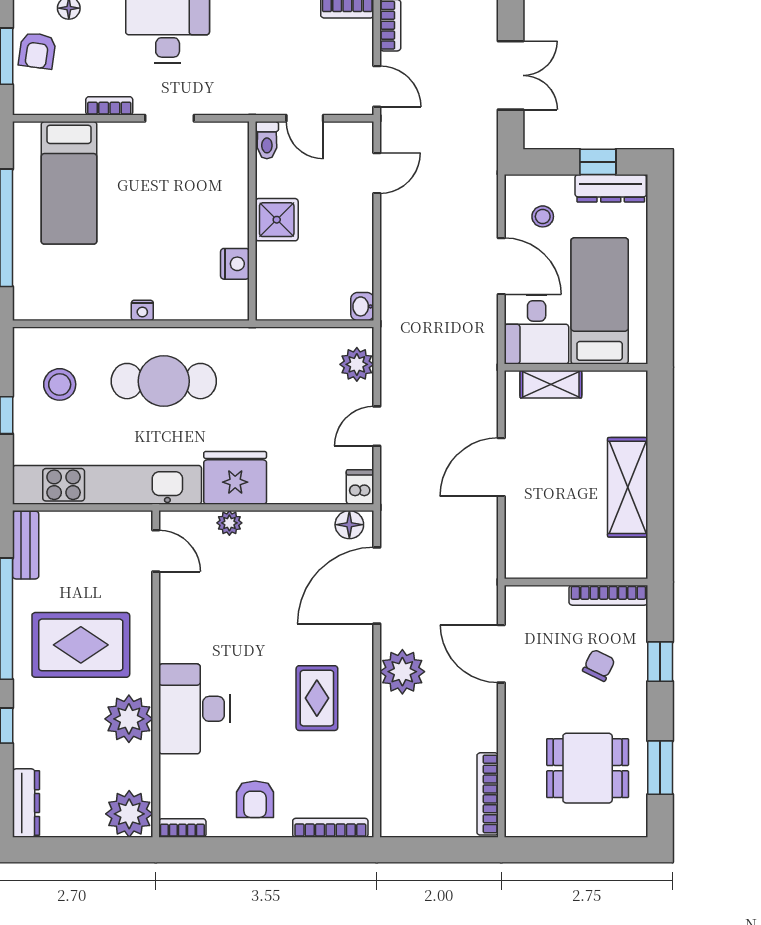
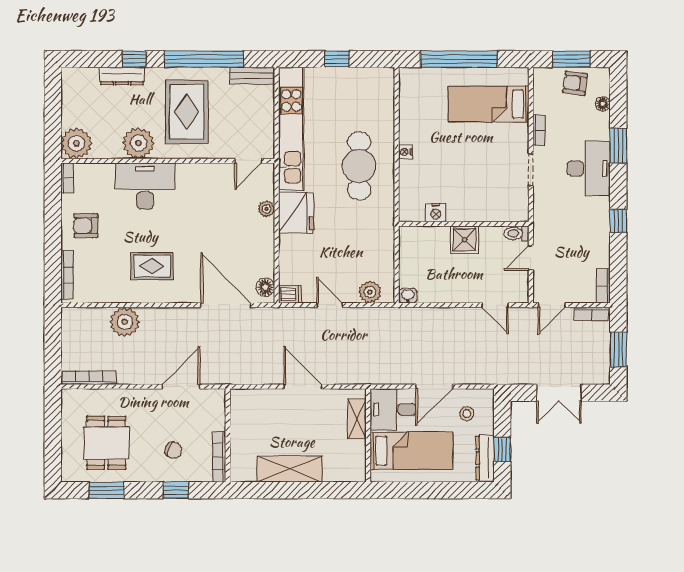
stool: (60, 384) -> (357, 98), removed
plant: (402, 672) -> (125, 322), moved
dresser: (26, 803) -> (122, 76), moved

